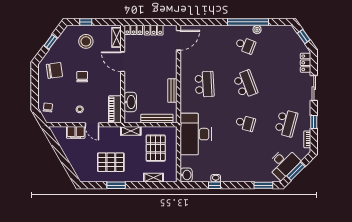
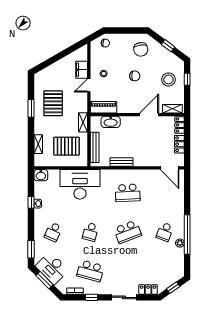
school desk: (245, 162) -> (53, 232), added

